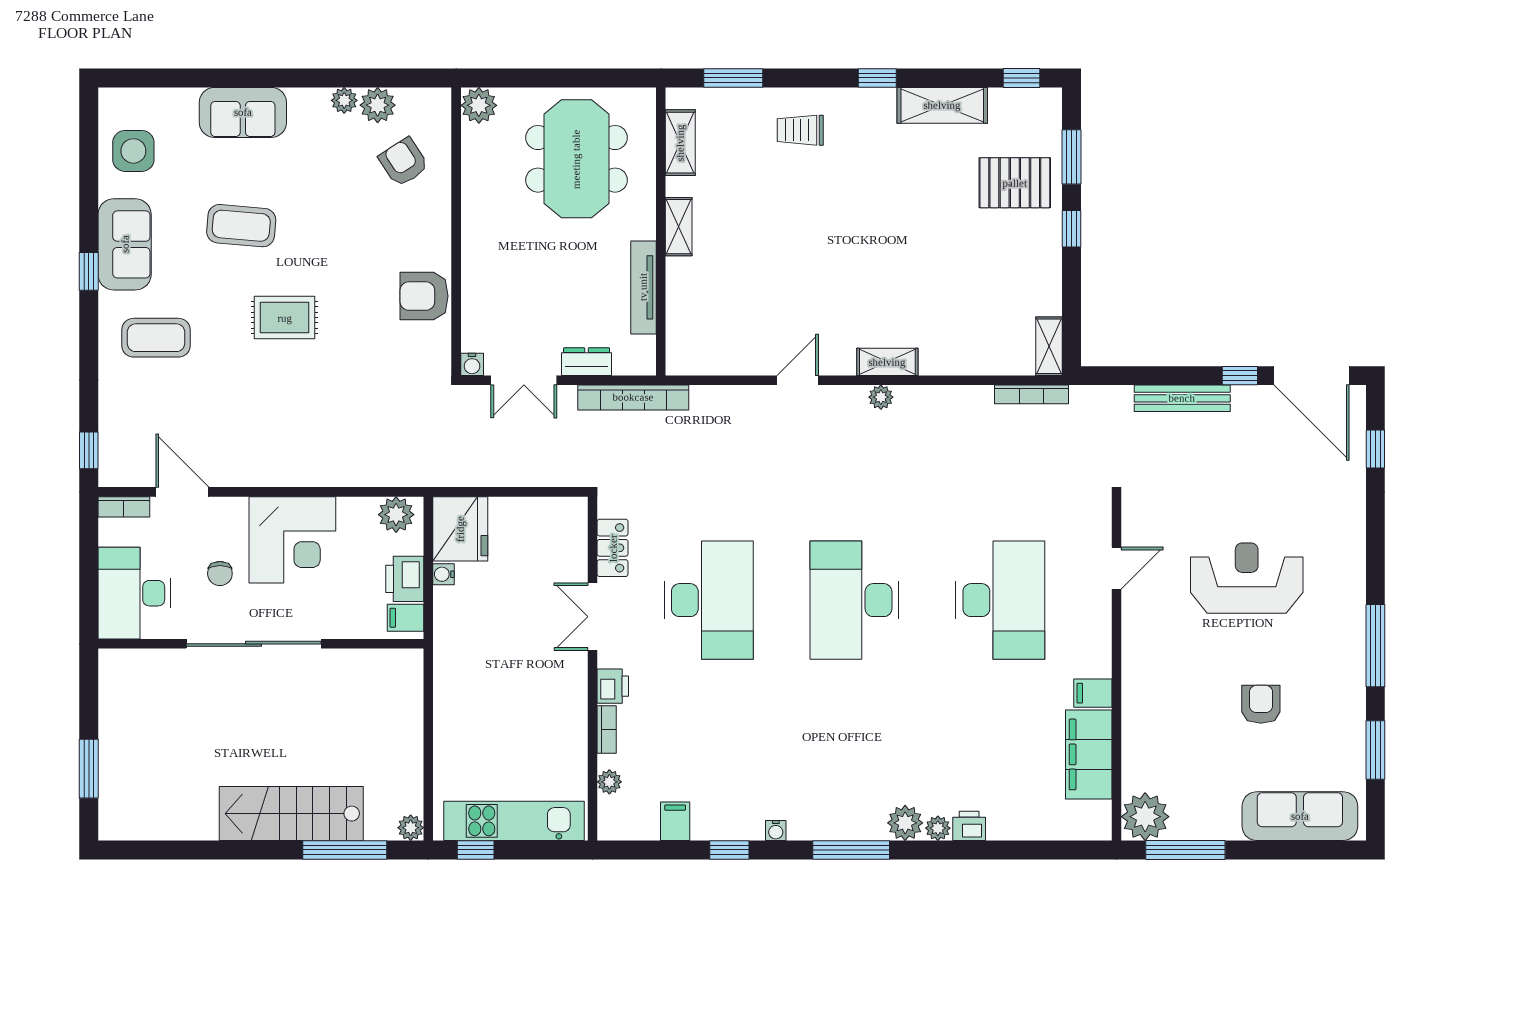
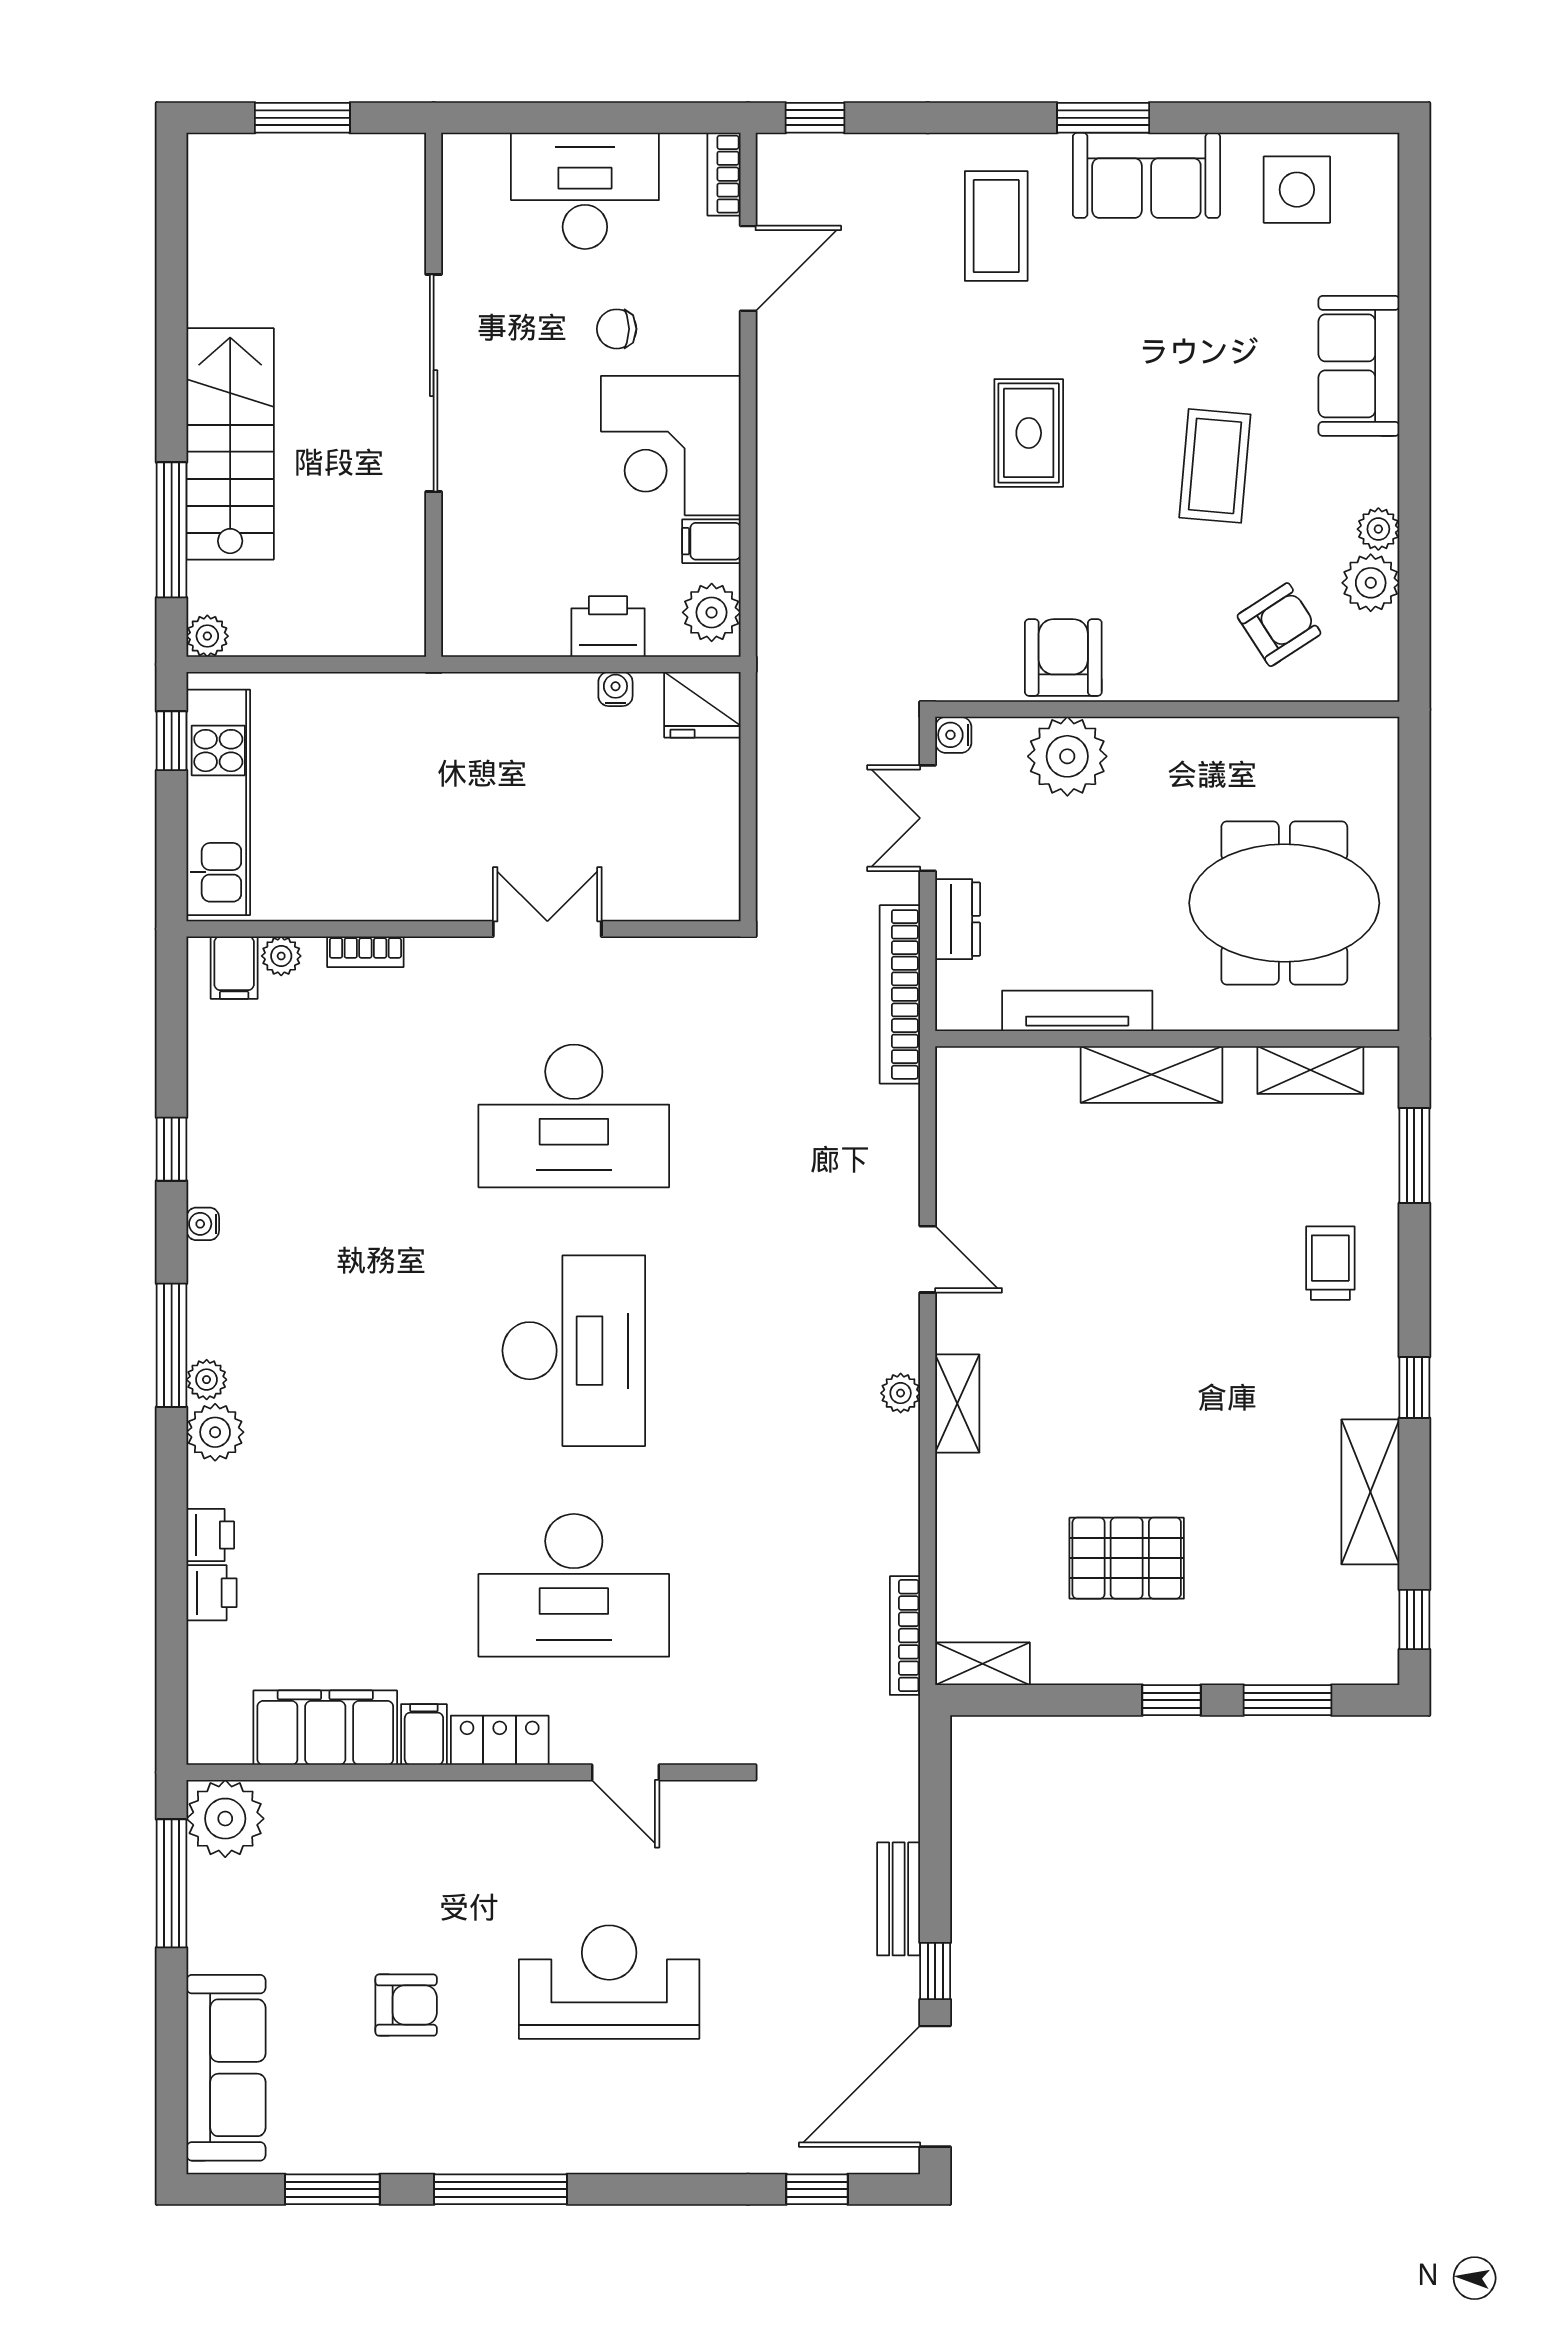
plant: (479, 105) -> (1067, 756), moved, width x1.36, depth x1.36
pallet: (1015, 183) -> (1127, 1558), moved, turned 90
coffee table: (241, 226) -> (1215, 466), moved
shelving: (679, 227) -> (1151, 1074), width x1.50, depth x1.33
window: (89, 271) -> (1103, 118), width x1.50
bench: (1182, 398) -> (899, 1899), width x0.73
fridge: (460, 529) -> (702, 705), width x0.73, depth x0.75
locker: (613, 548) -> (500, 1740), moved, turned 180
reception desk: (1247, 578) -> (609, 1982), turned -90
desk: (855, 600) -> (574, 1351), turned 90
filing cabinet: (405, 618) -> (711, 541), moved, turned -90
sliding door: (254, 644) -> (434, 383), moved
wall: (261, 644) -> (434, 395), moved
printer: (613, 686) -> (212, 1593), moved, turned -90
filing cabinet: (675, 821) -> (234, 968), moved, turned 90
plant: (938, 828) -> (207, 1380), moved

